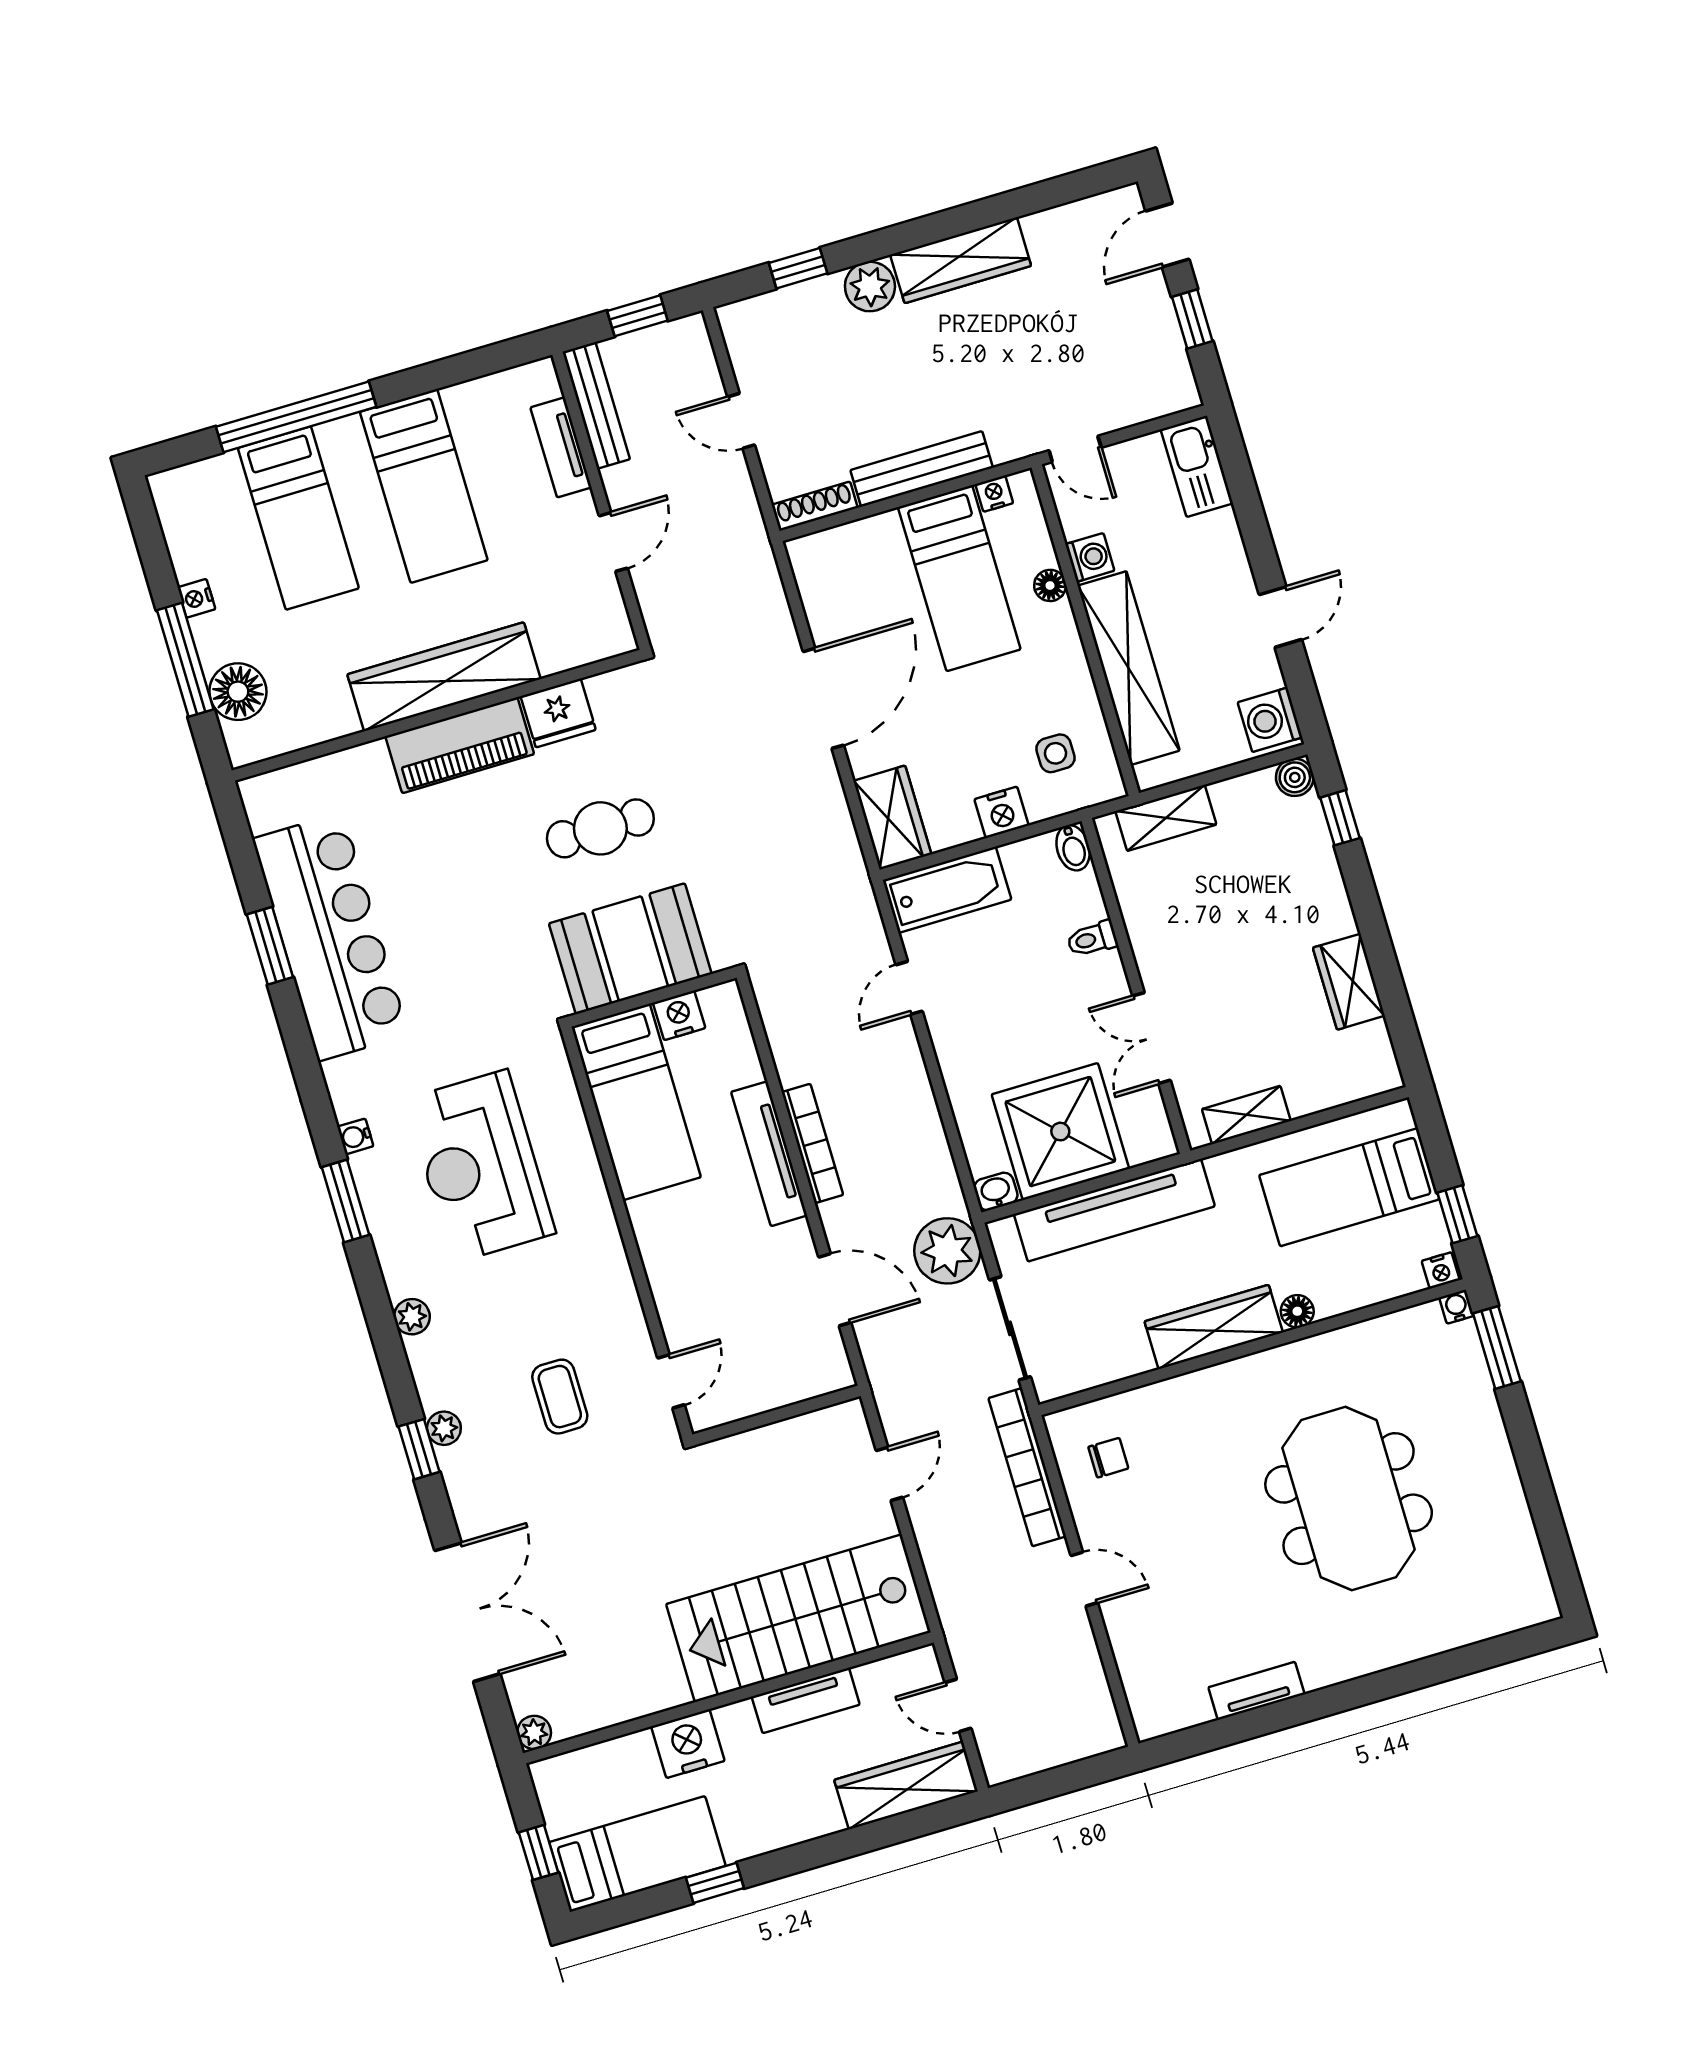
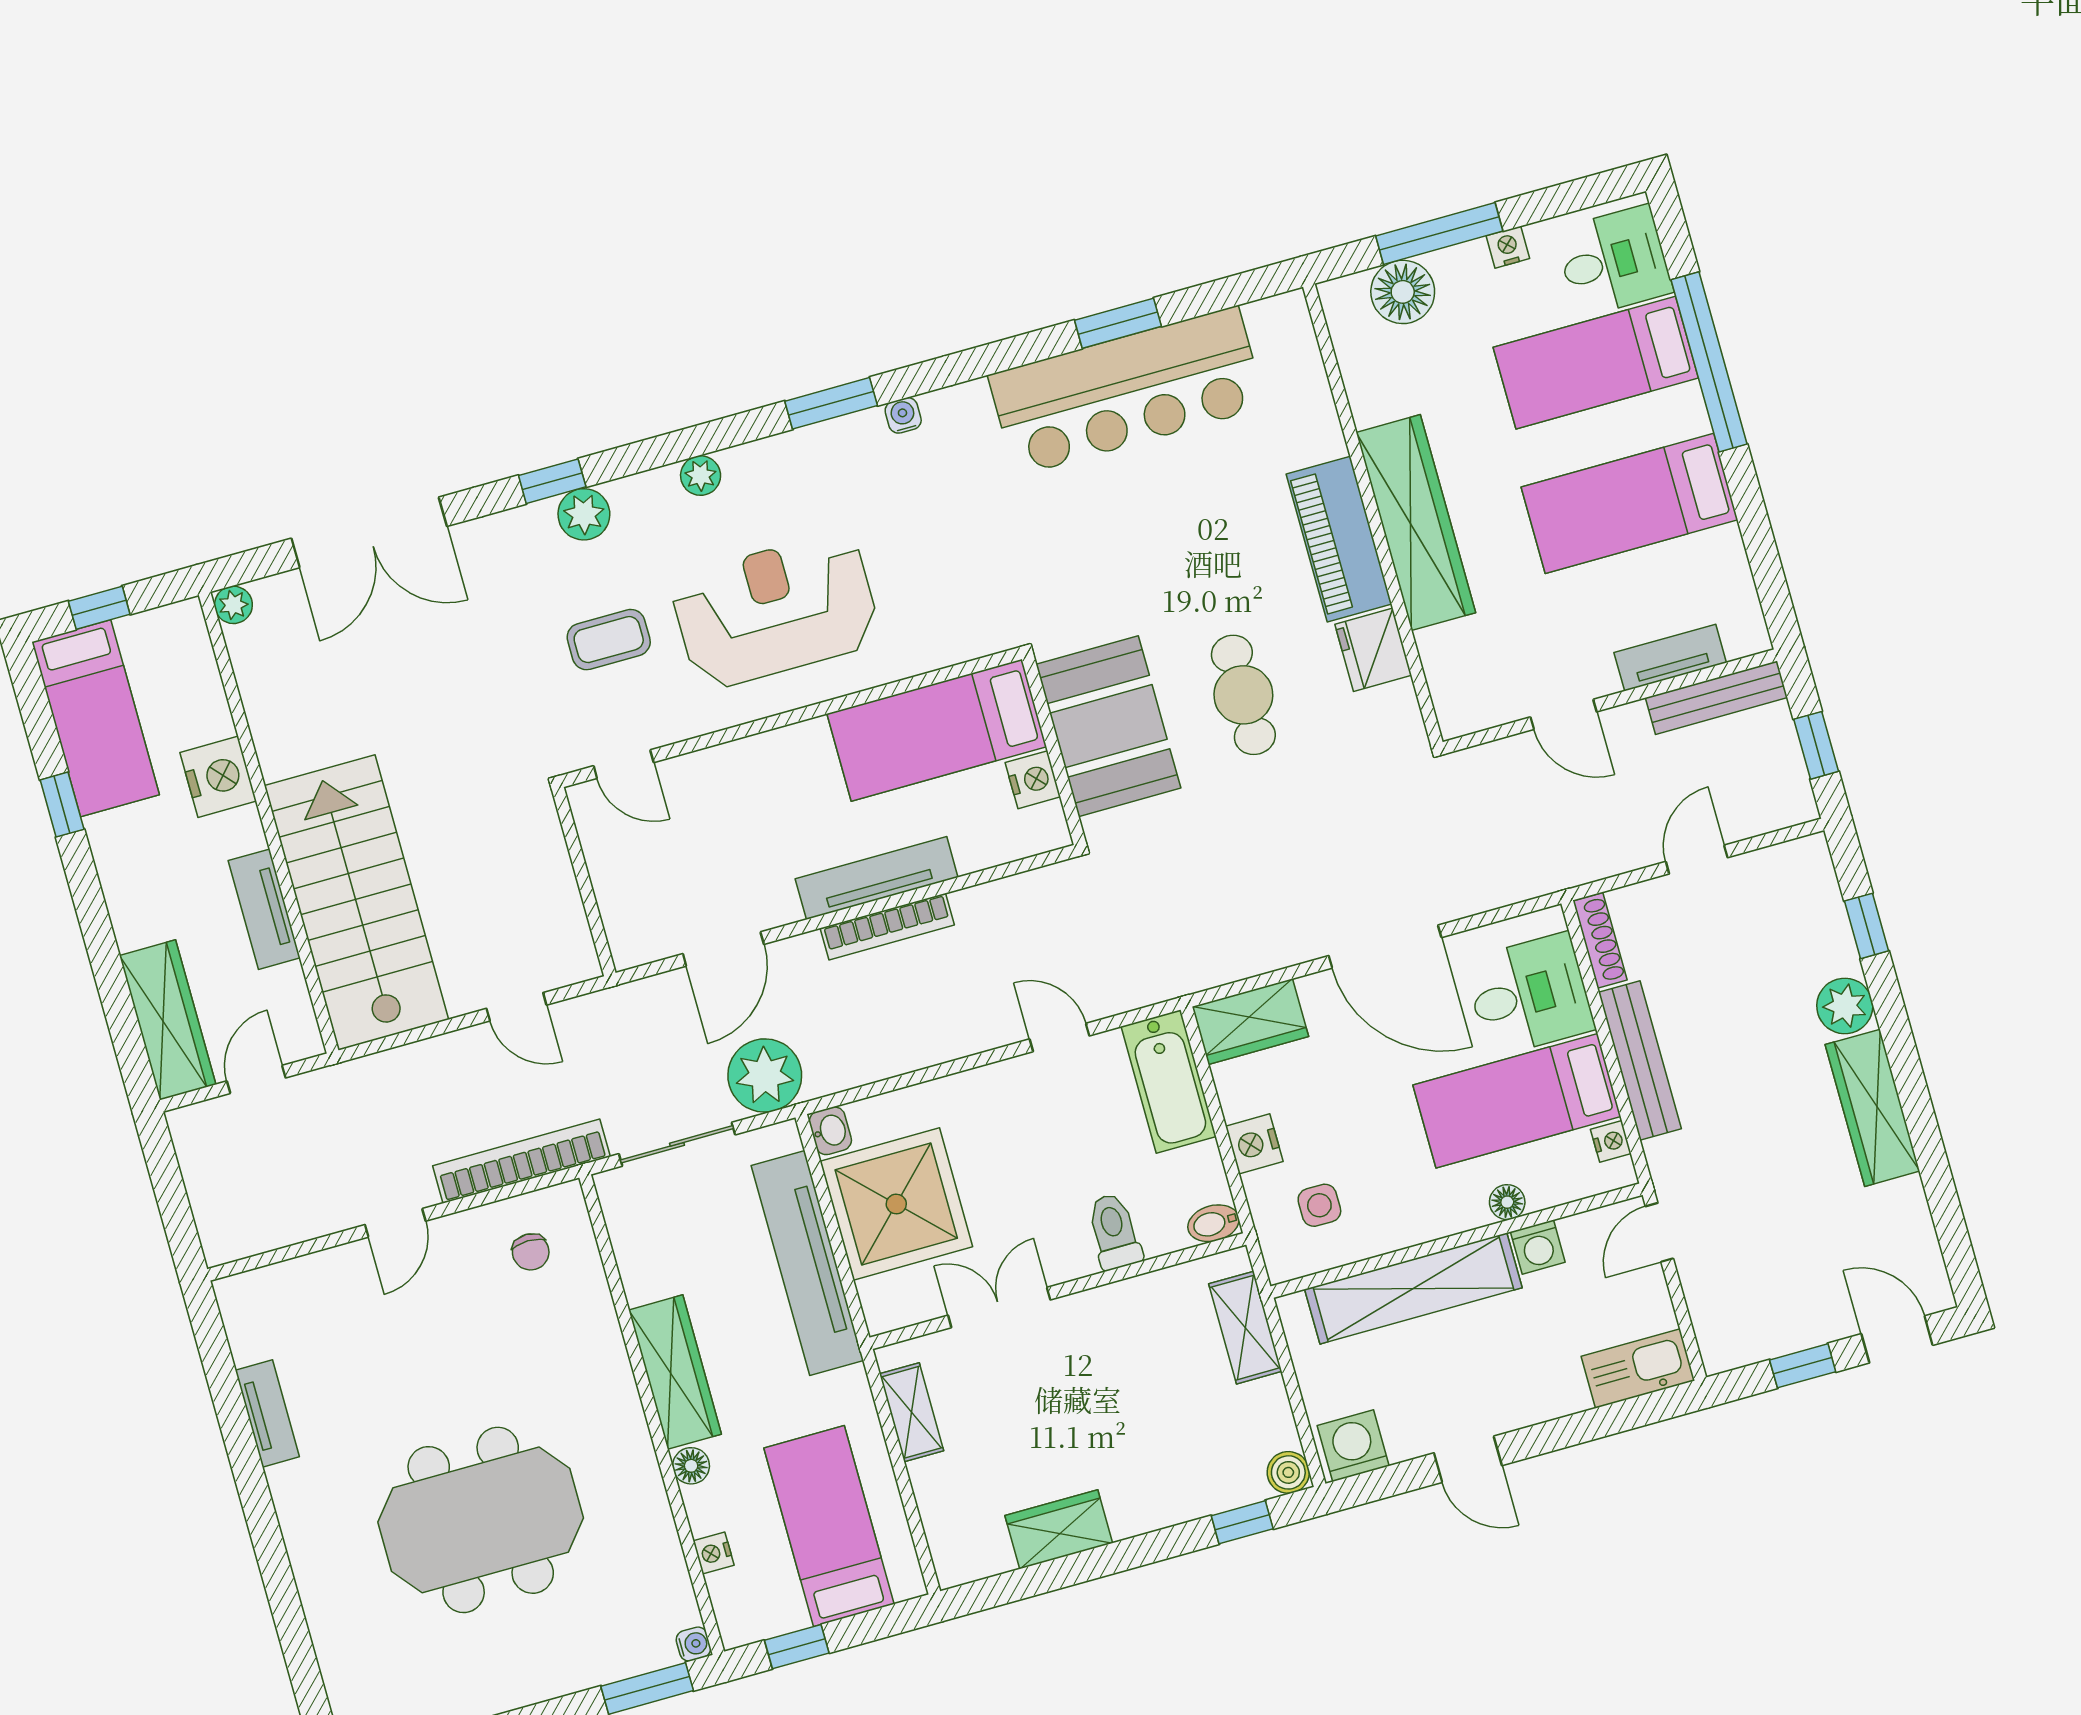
desk: (207, 504) -> (1614, 261), added
desk: (864, 569) -> (1529, 995), added
toilet: (1092, 939) -> (1114, 1232), width x1.37, depth x1.39
reception desk: (480, 1166) -> (776, 610), moved
nightstand: (1441, 1270) -> (714, 1553), moved
plant: (444, 1428) -> (584, 514), width x1.38, depth x1.38

